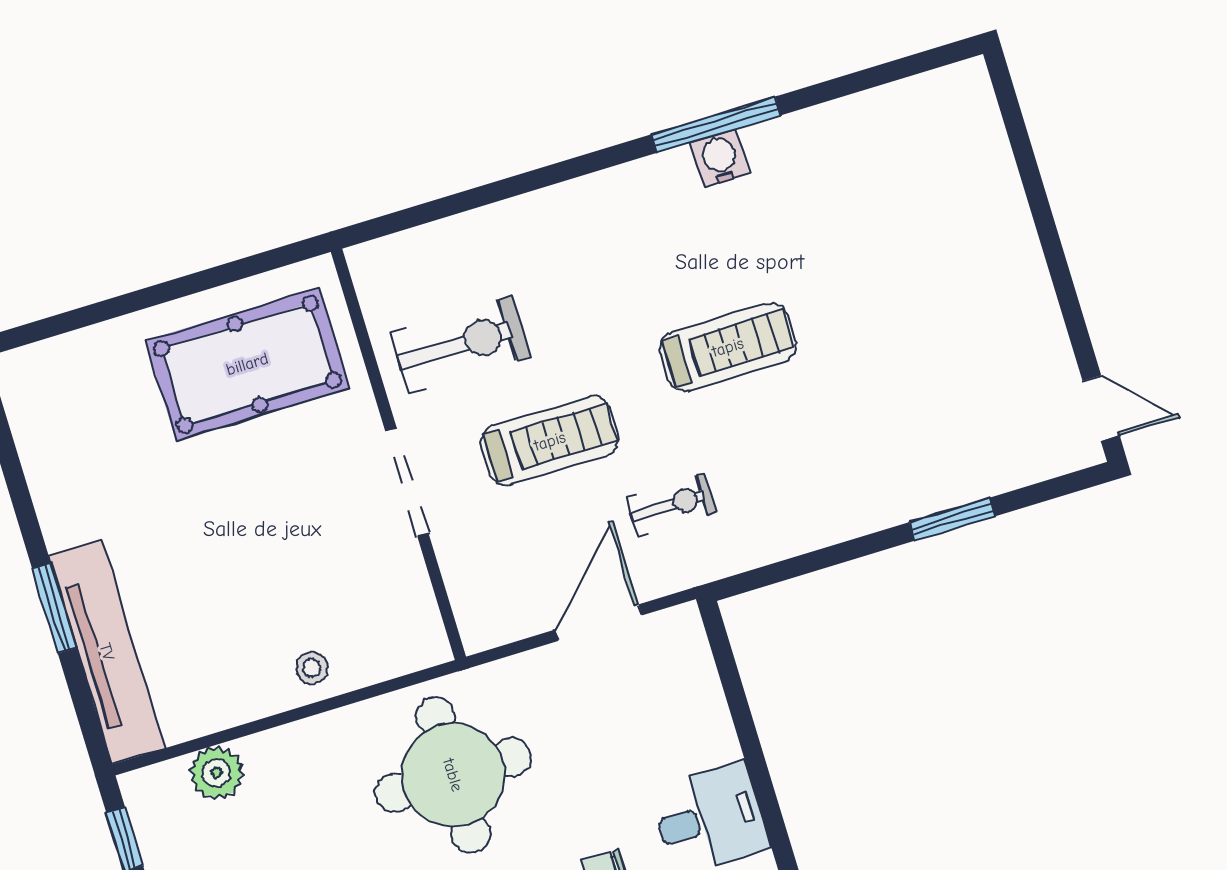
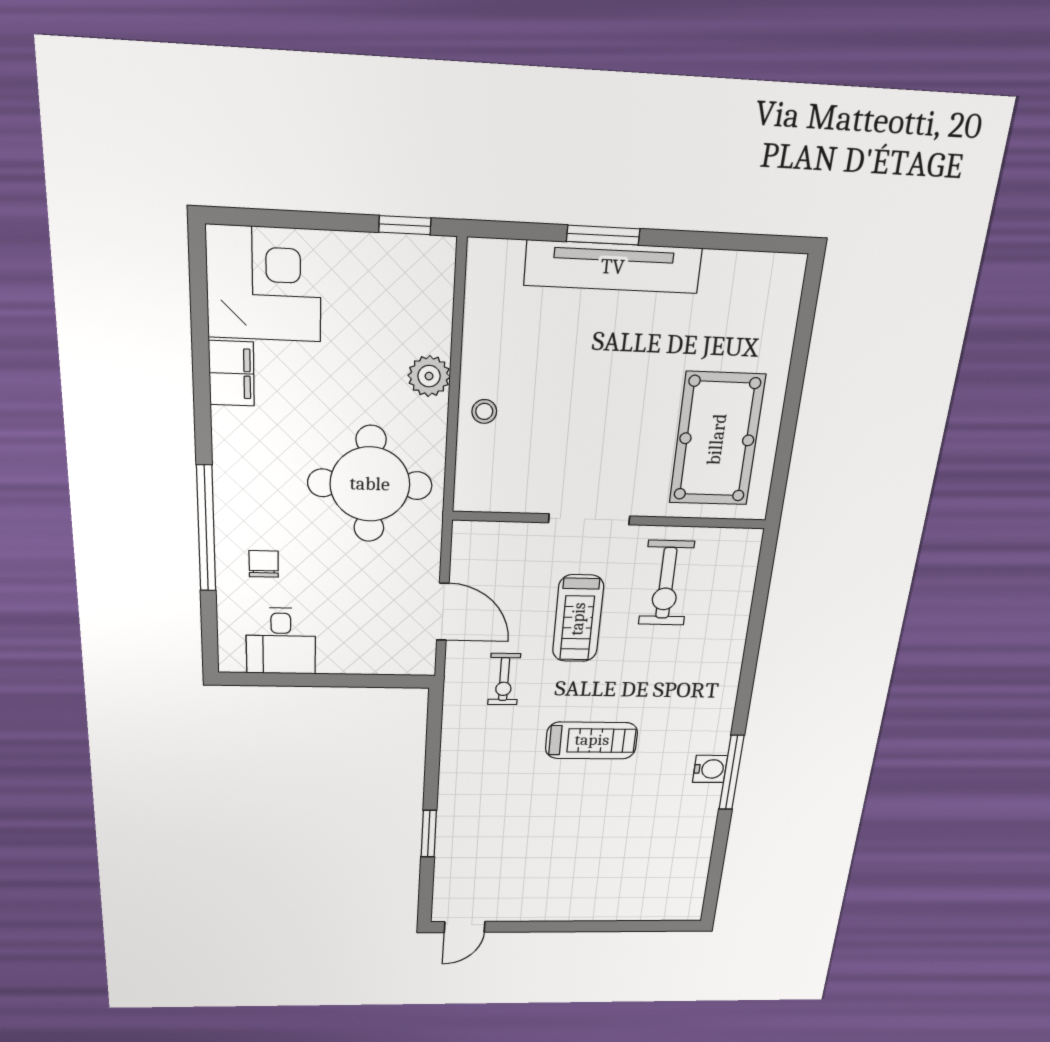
treadmill: (728, 347) -> (592, 740), turned -90
tv unit: (107, 652) -> (613, 267), moved
plant: (217, 773) -> (429, 376), moved

